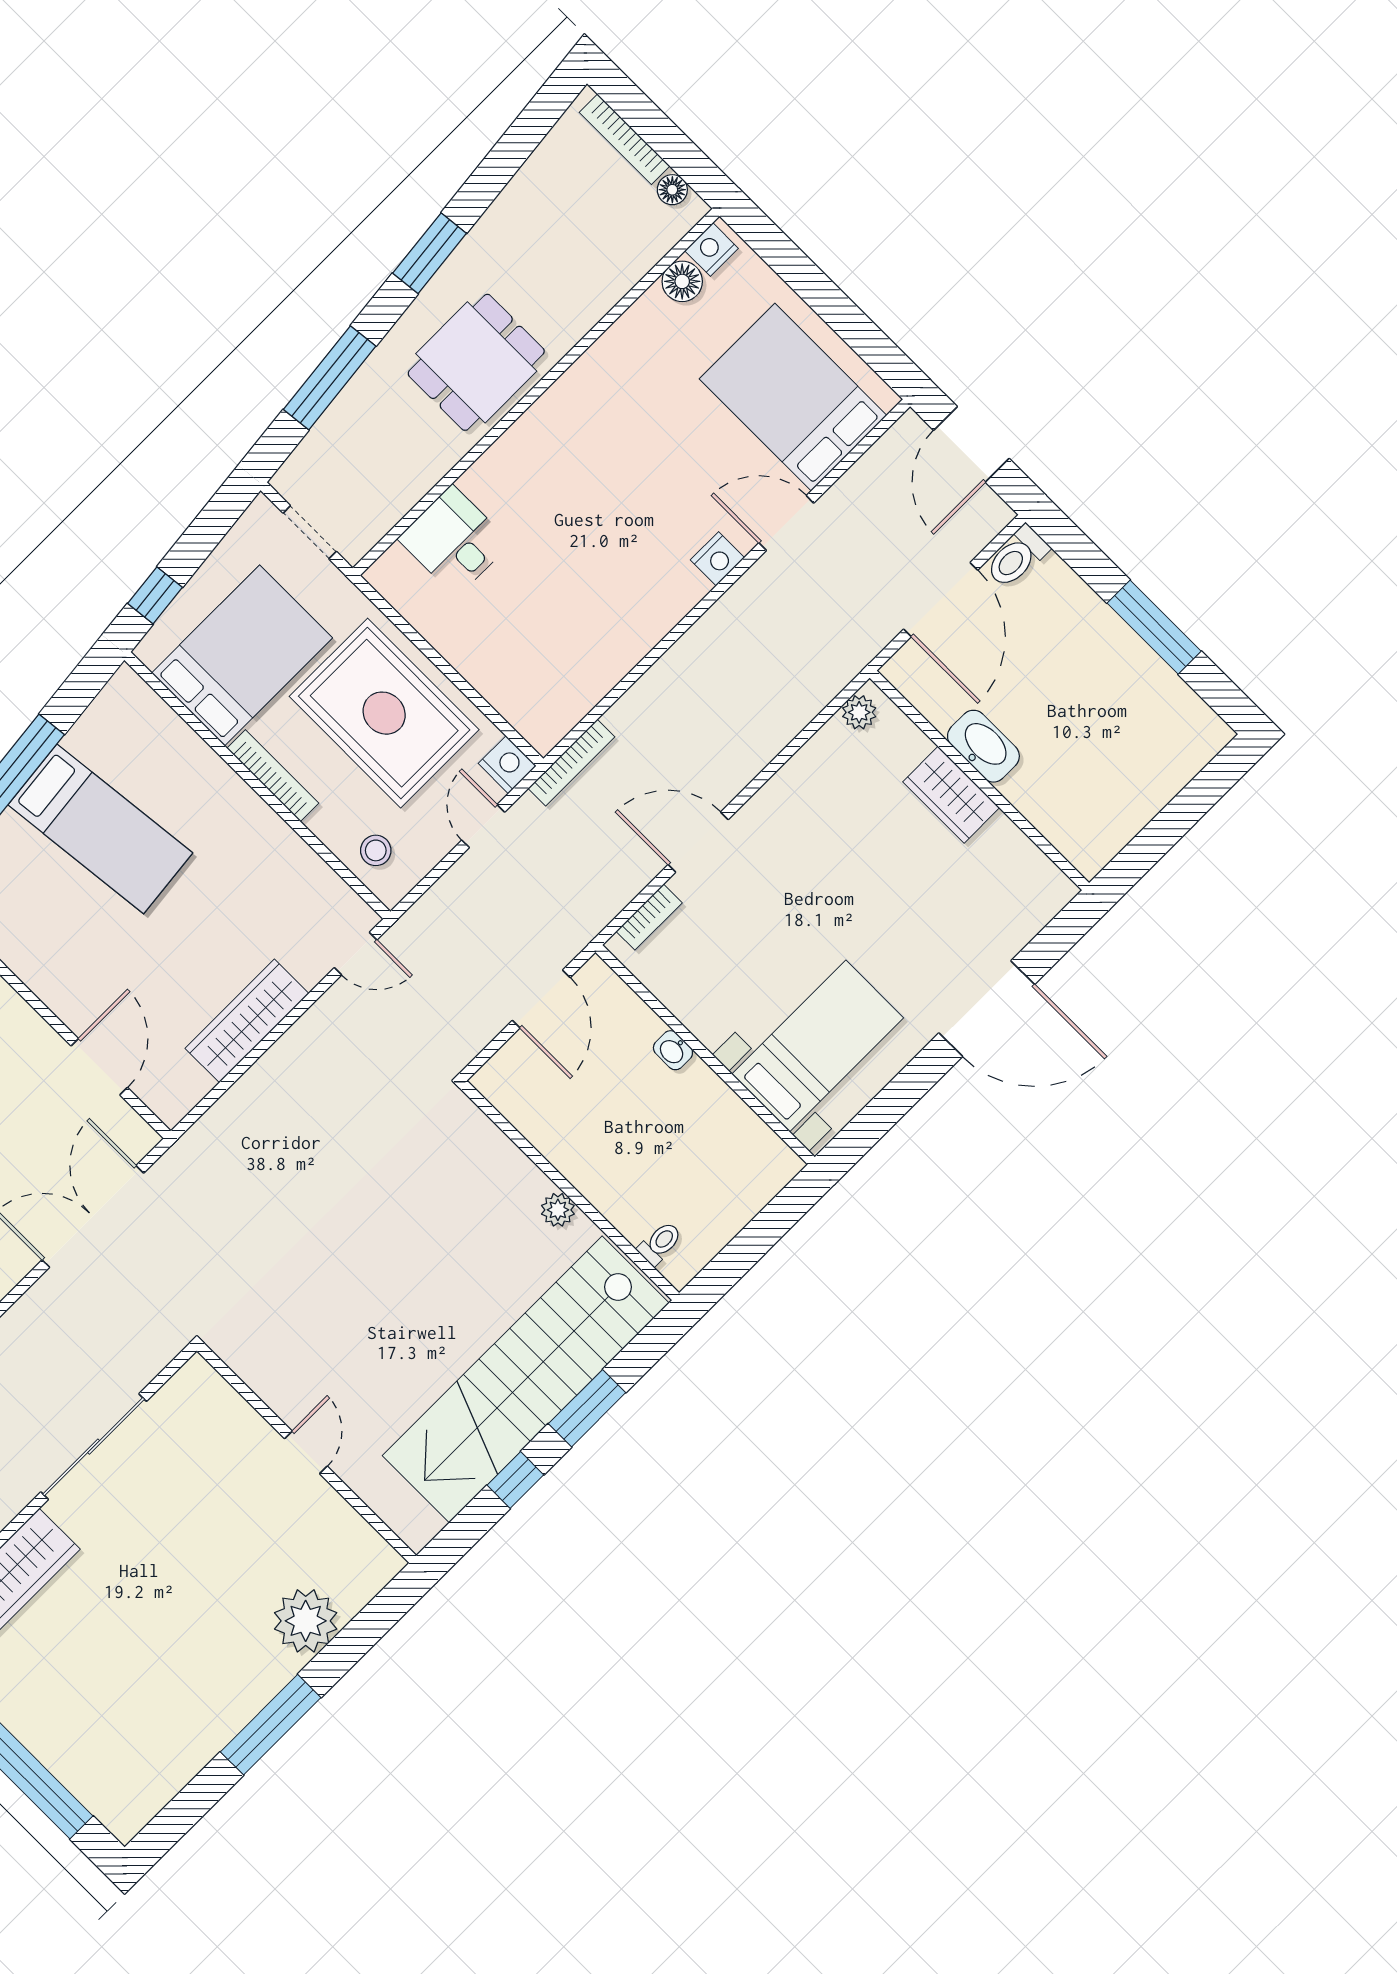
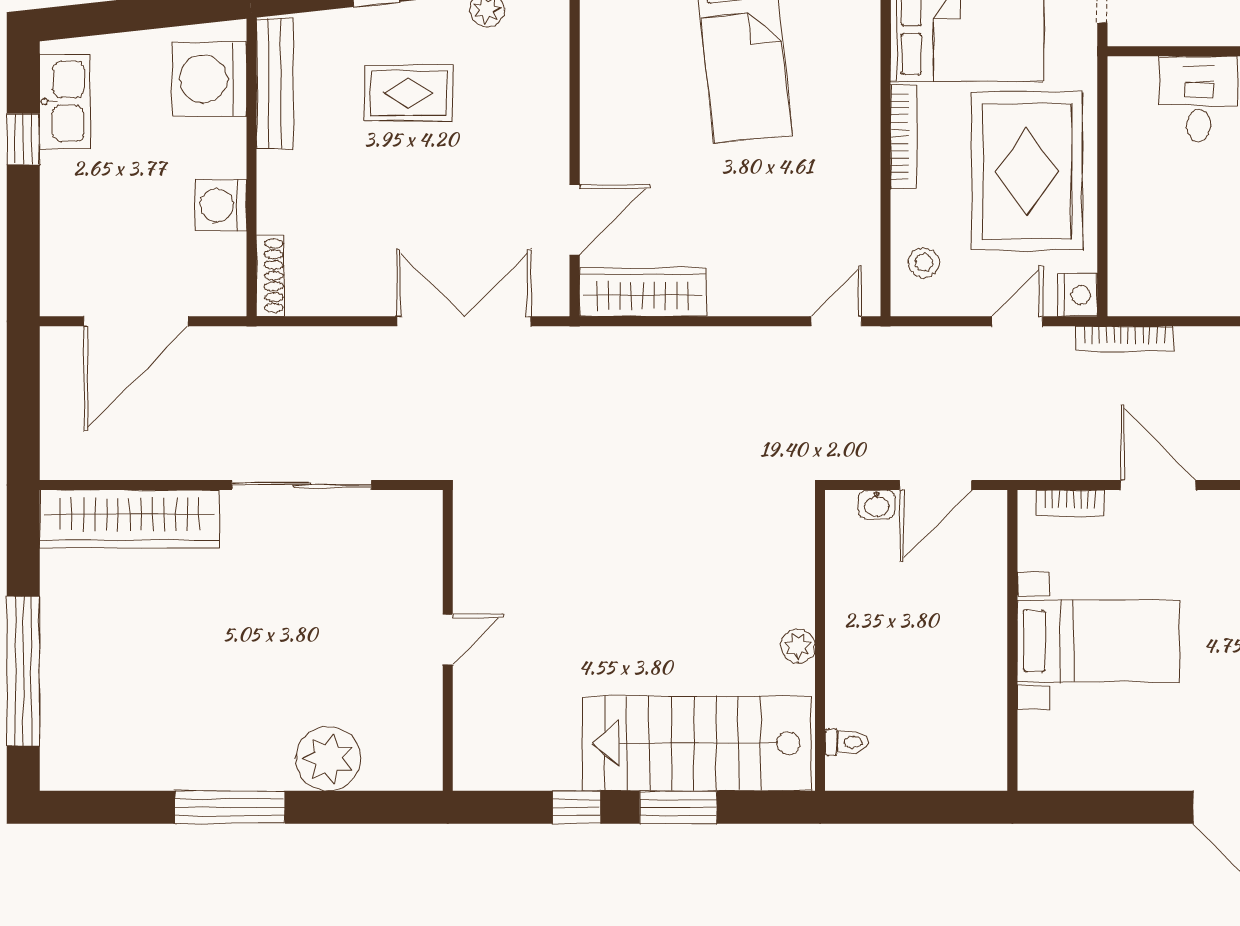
door: (356, 954) -> (836, 321), swing flipped
wardrobe: (247, 1021) -> (643, 292), moved
bed with nightstands: (818, 1046) -> (1098, 641), moved
washbasin: (673, 1050) -> (877, 505), moved, turned -90
stairs: (526, 1379) -> (697, 743), width x0.73

